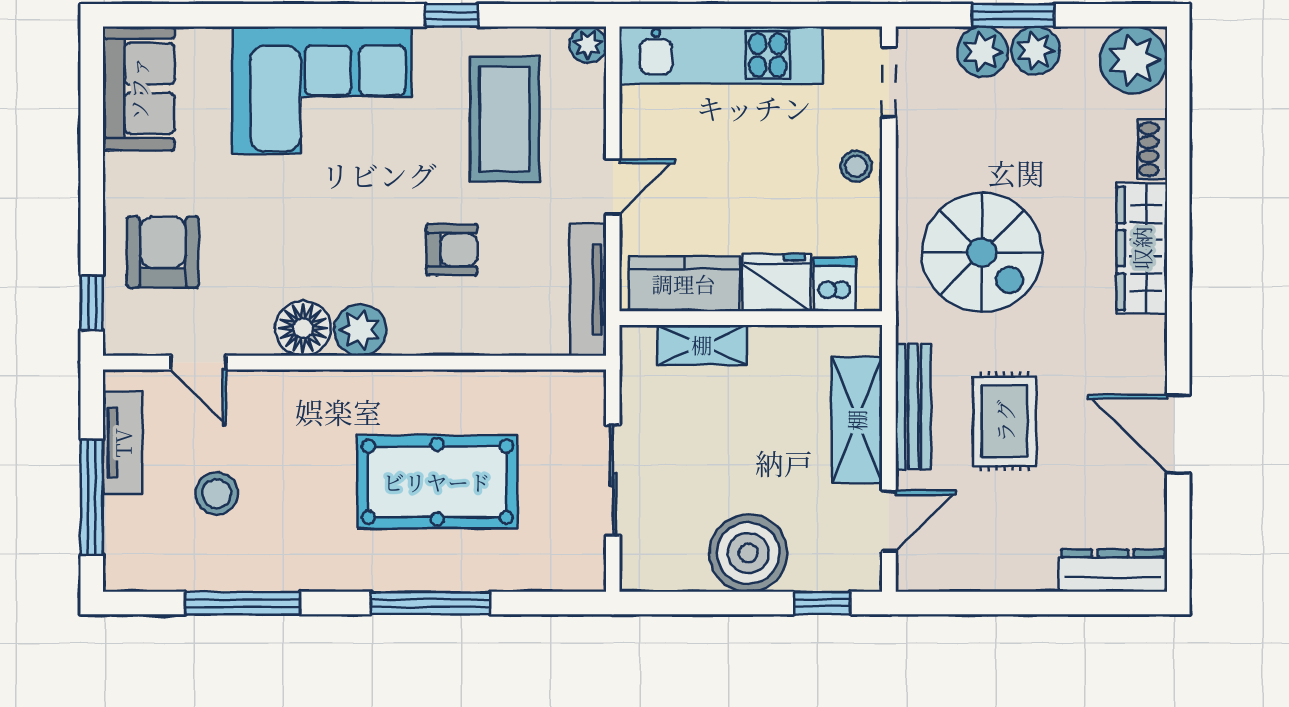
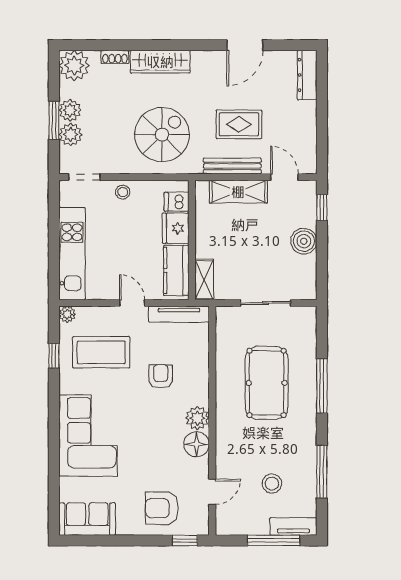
window: (452, 15) -> (54, 356), moved
shelving: (702, 345) -> (204, 280), moved
tv unit: (123, 443) -> (293, 526), moved
boiler: (748, 553) -> (304, 241), width x0.73, depth x0.73

